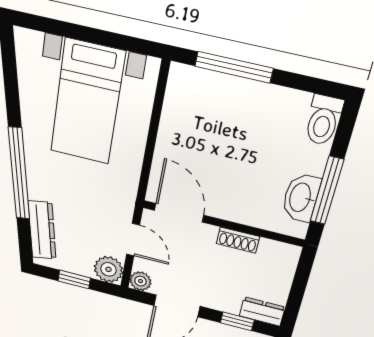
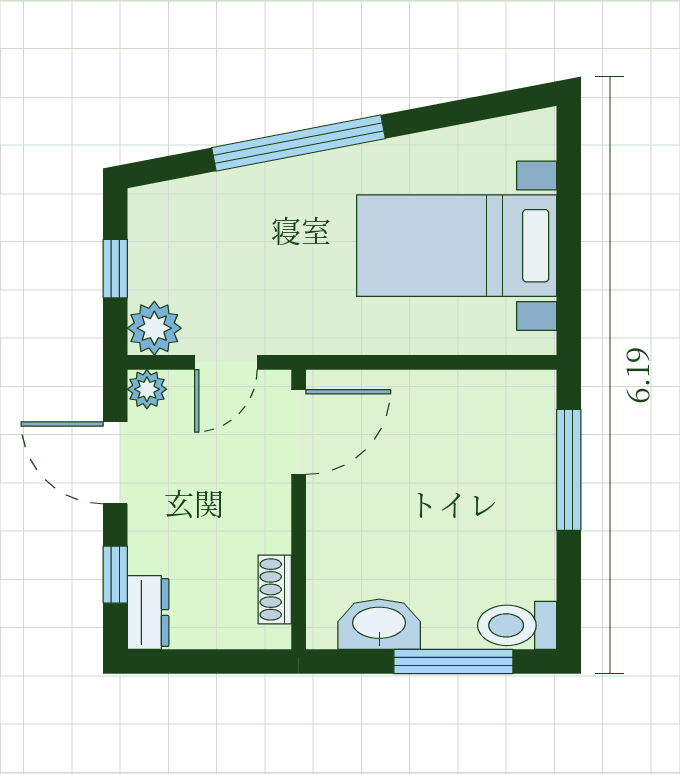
window: (327, 191) -> (453, 661), moved
dresser: (42, 230) -> (200, 197), removed
shoe rack: (238, 240) -> (275, 589), moved

